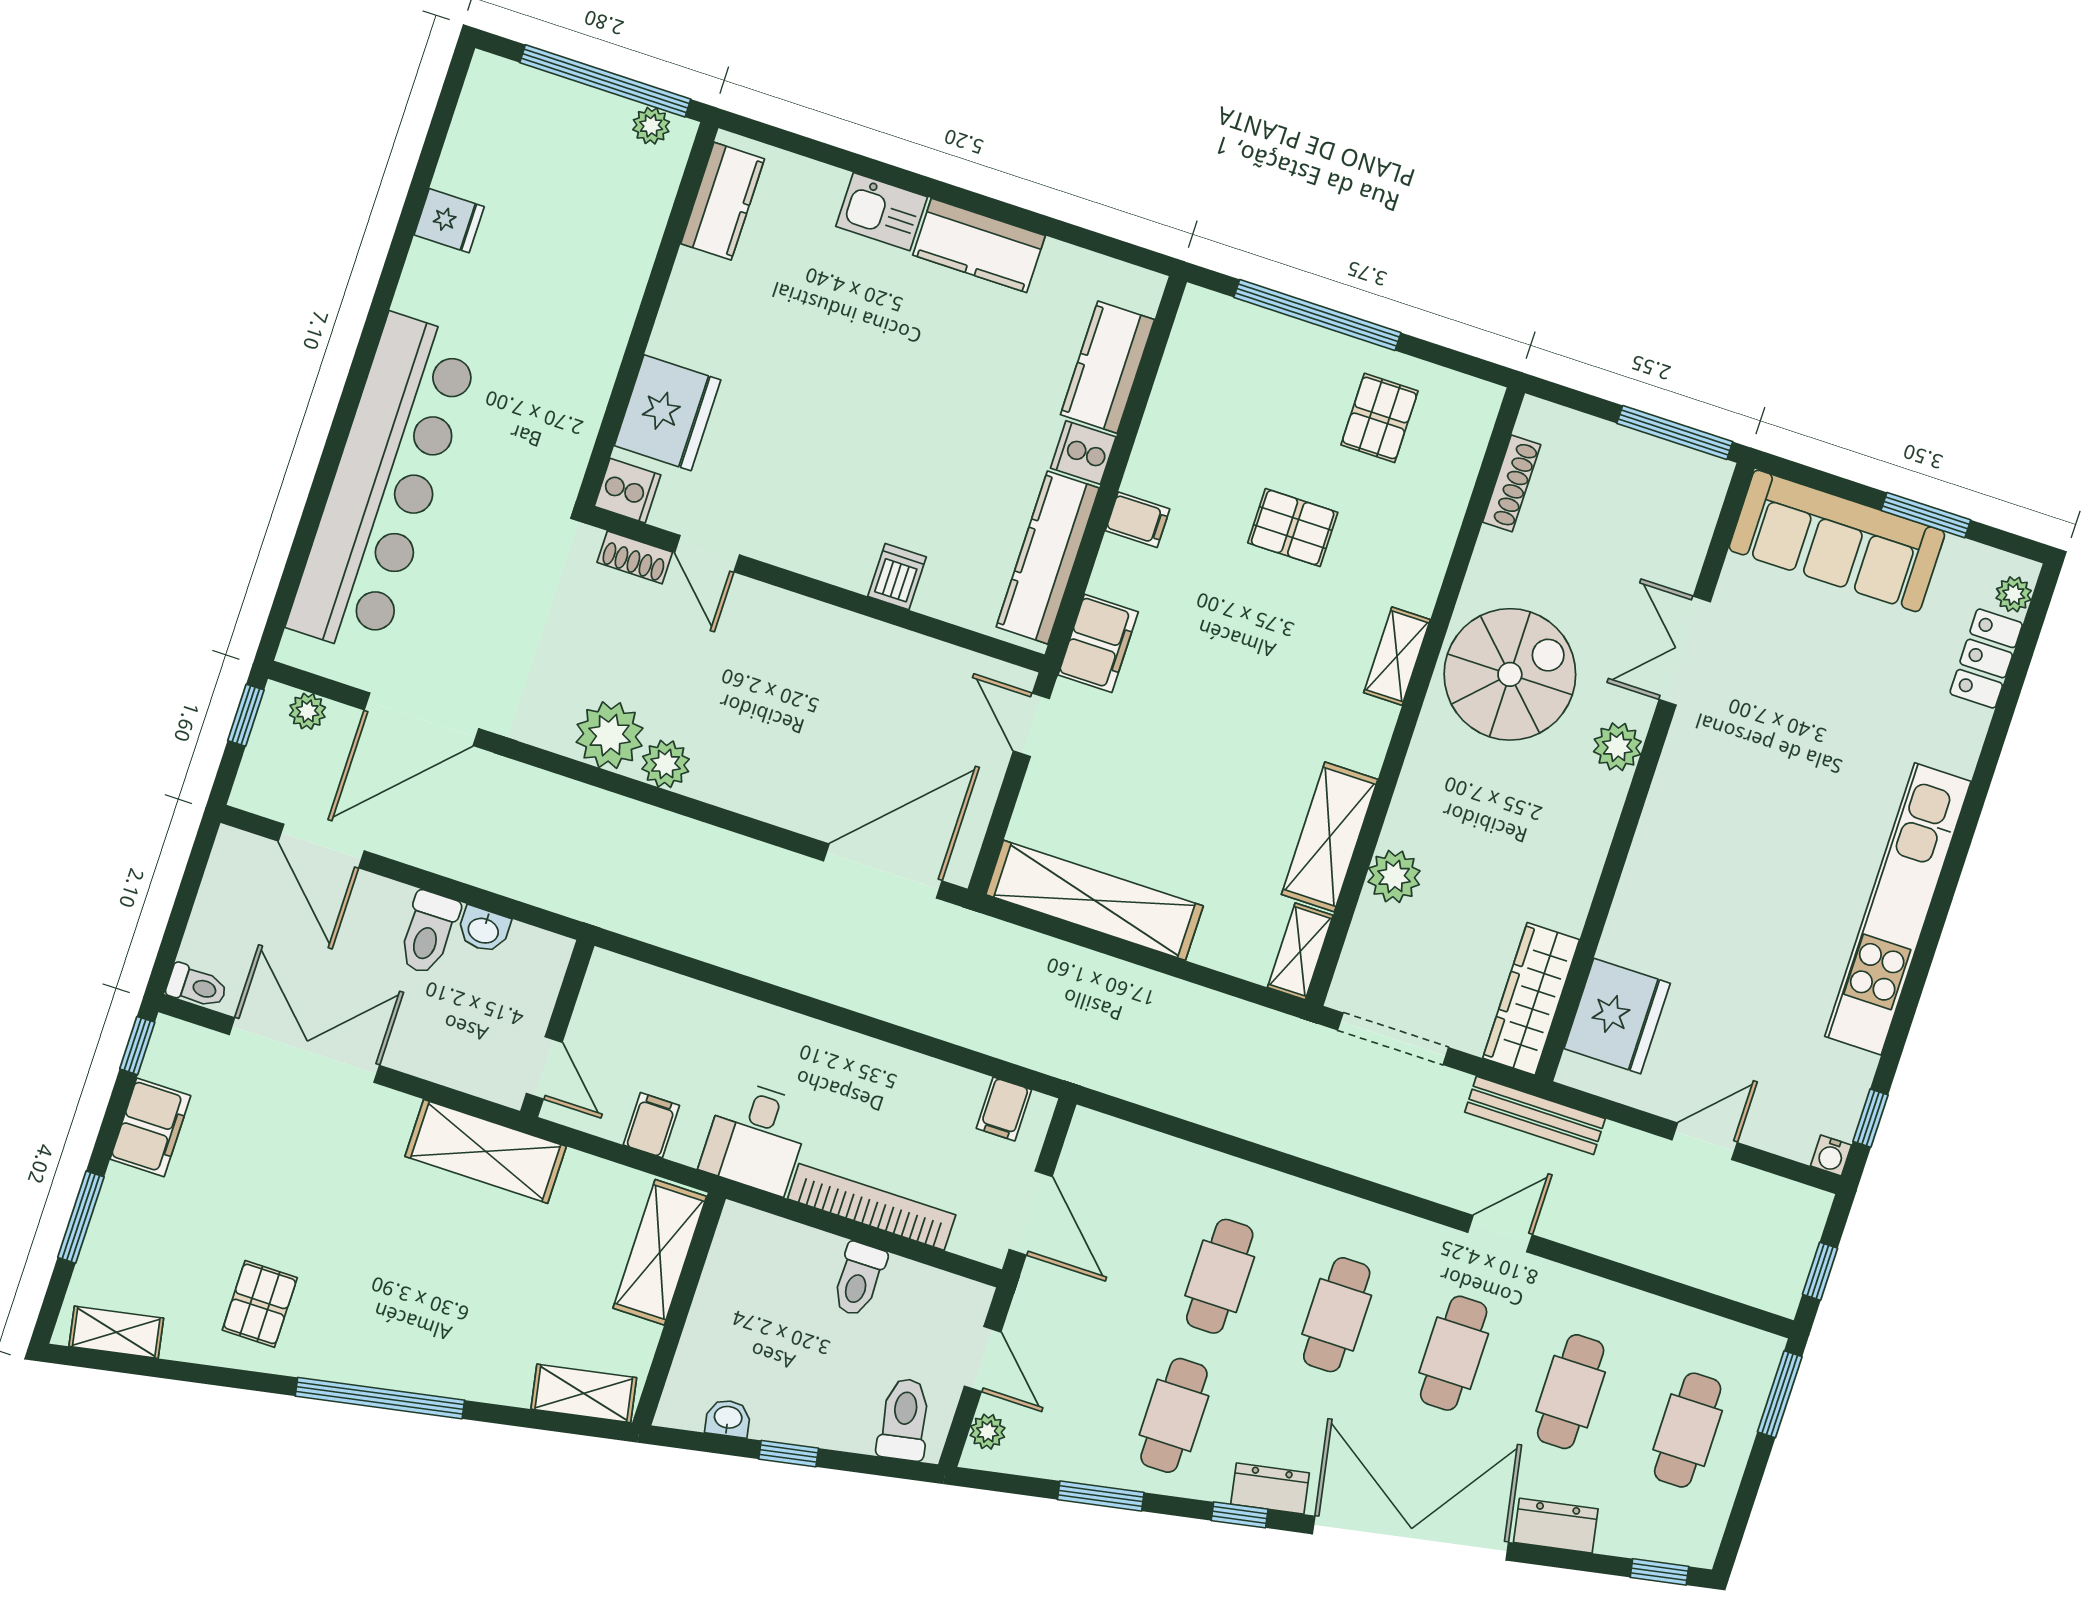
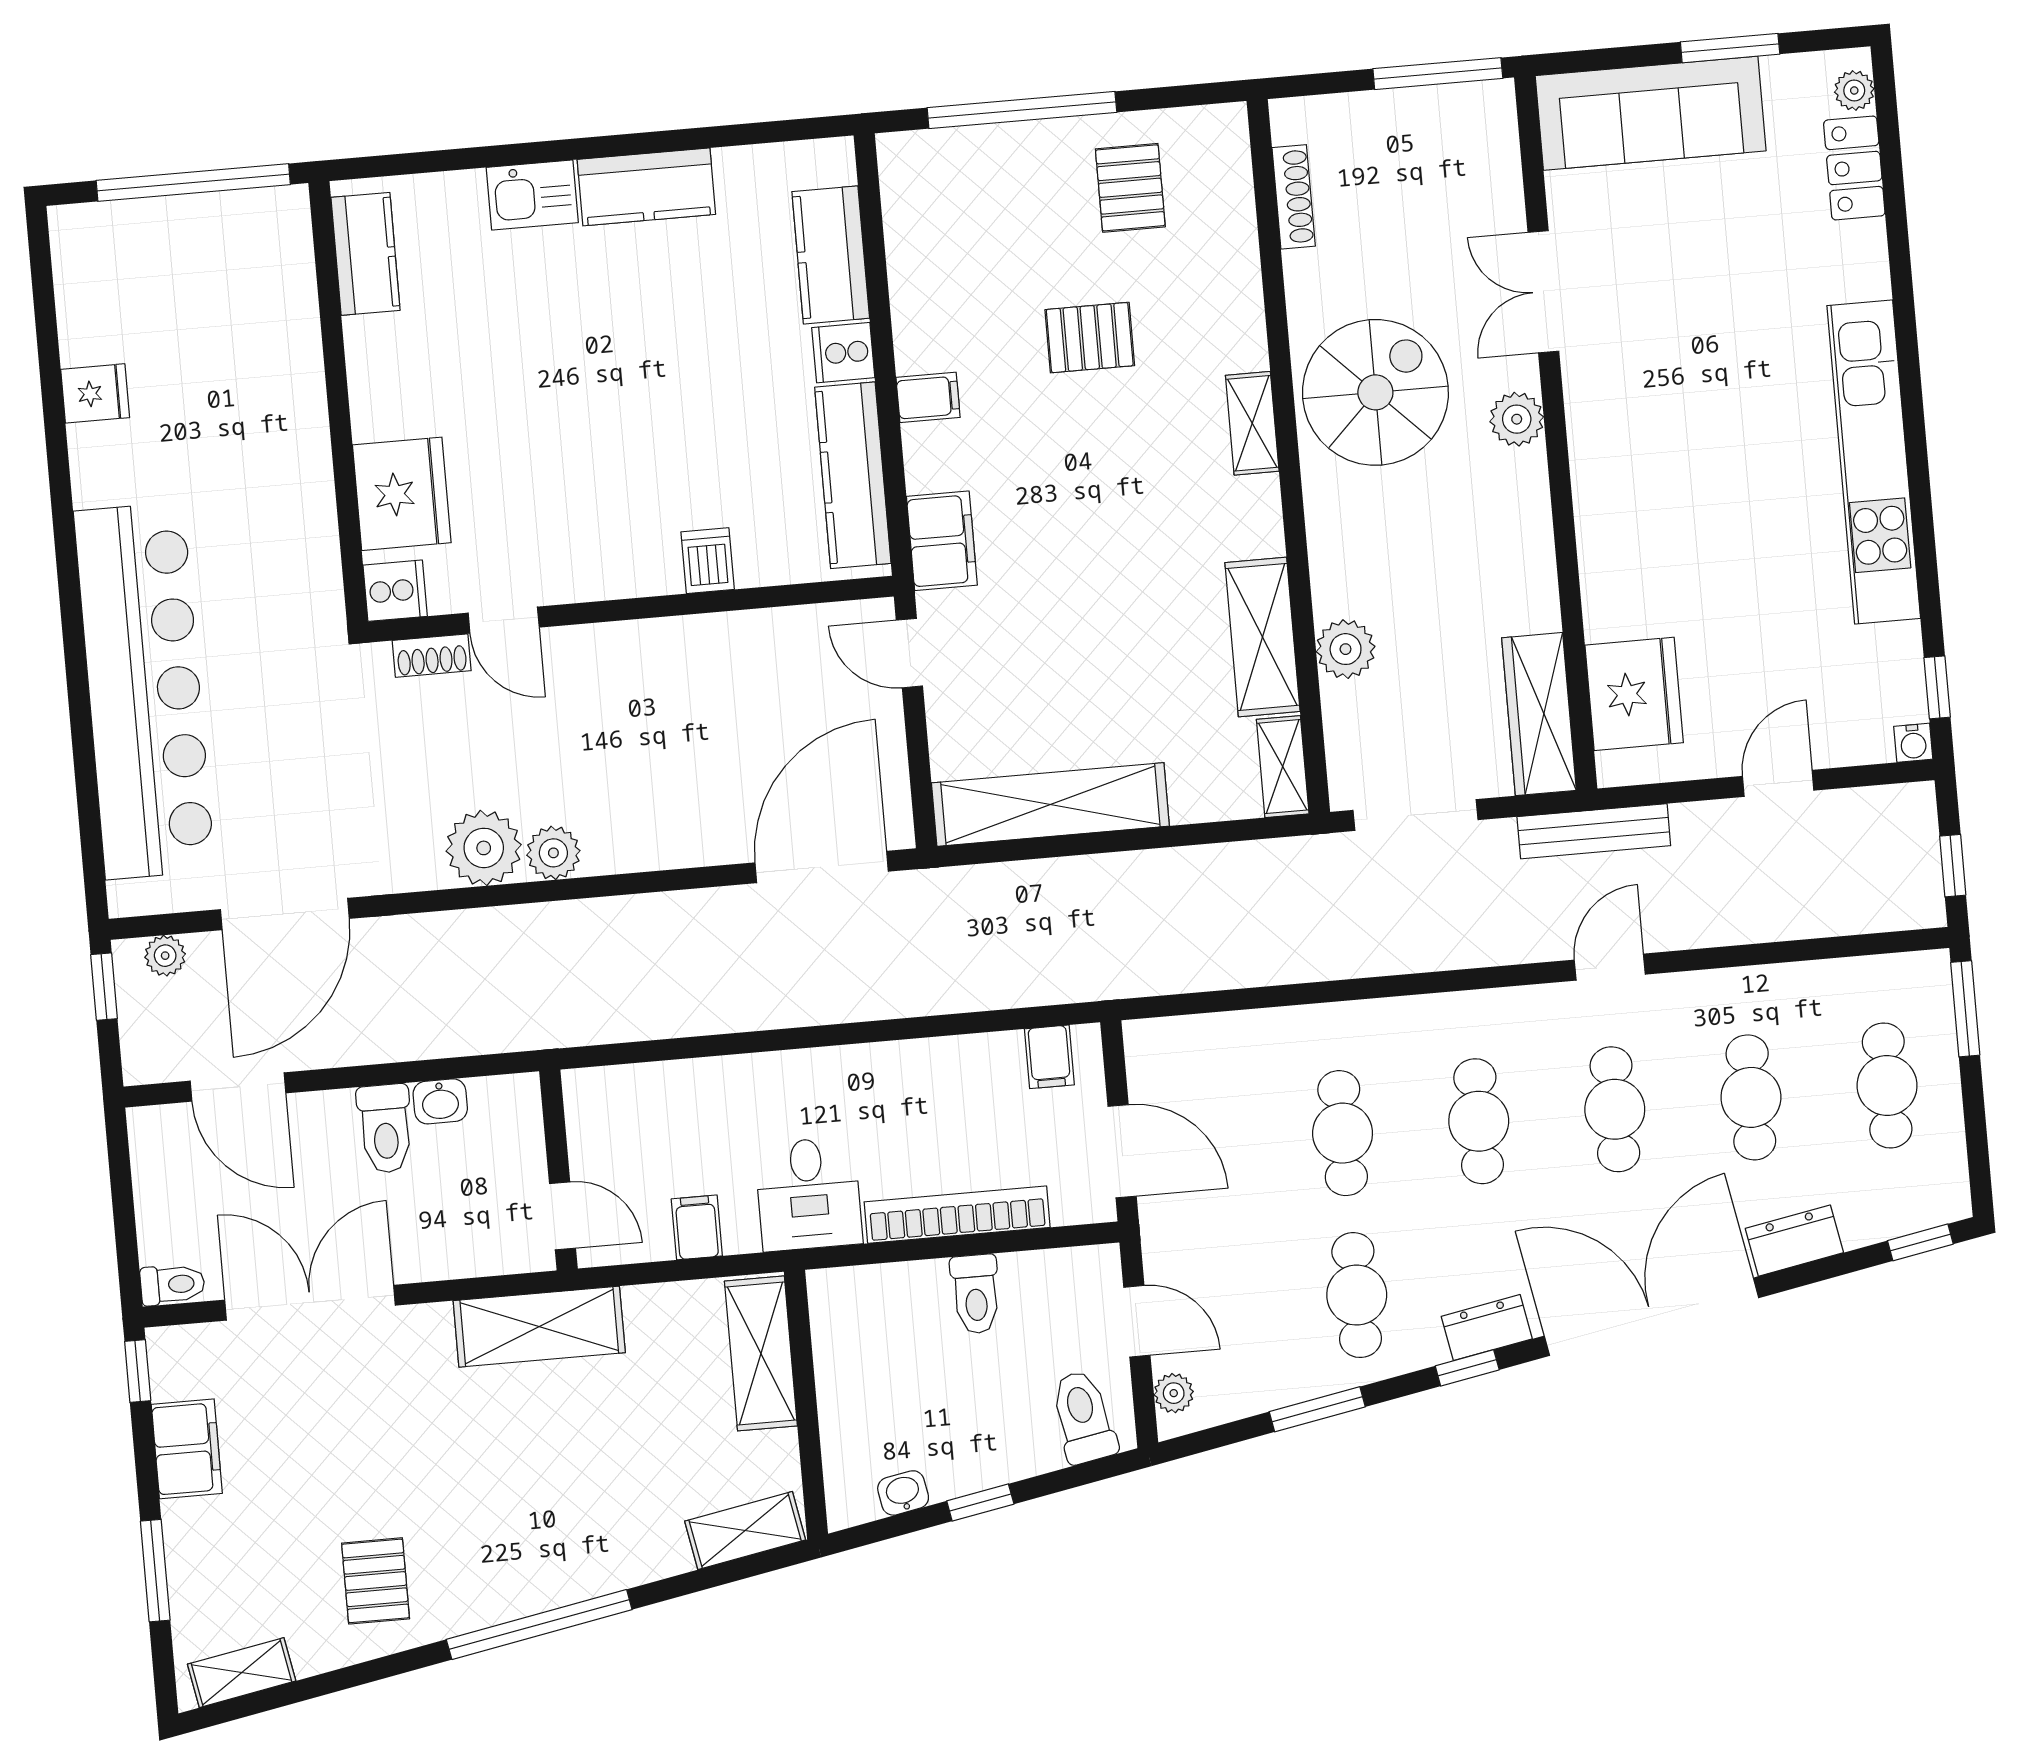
plant: (651, 126) -> (260, 208), removed

